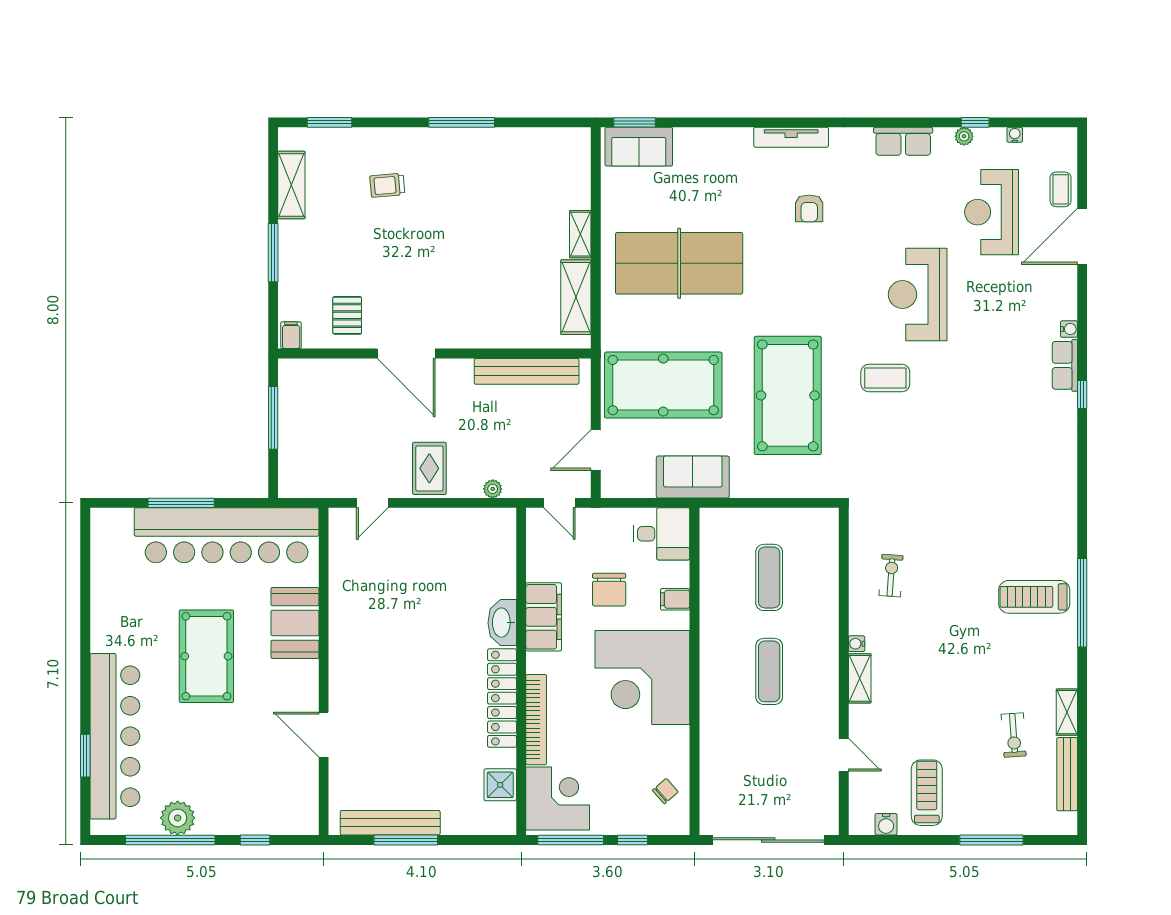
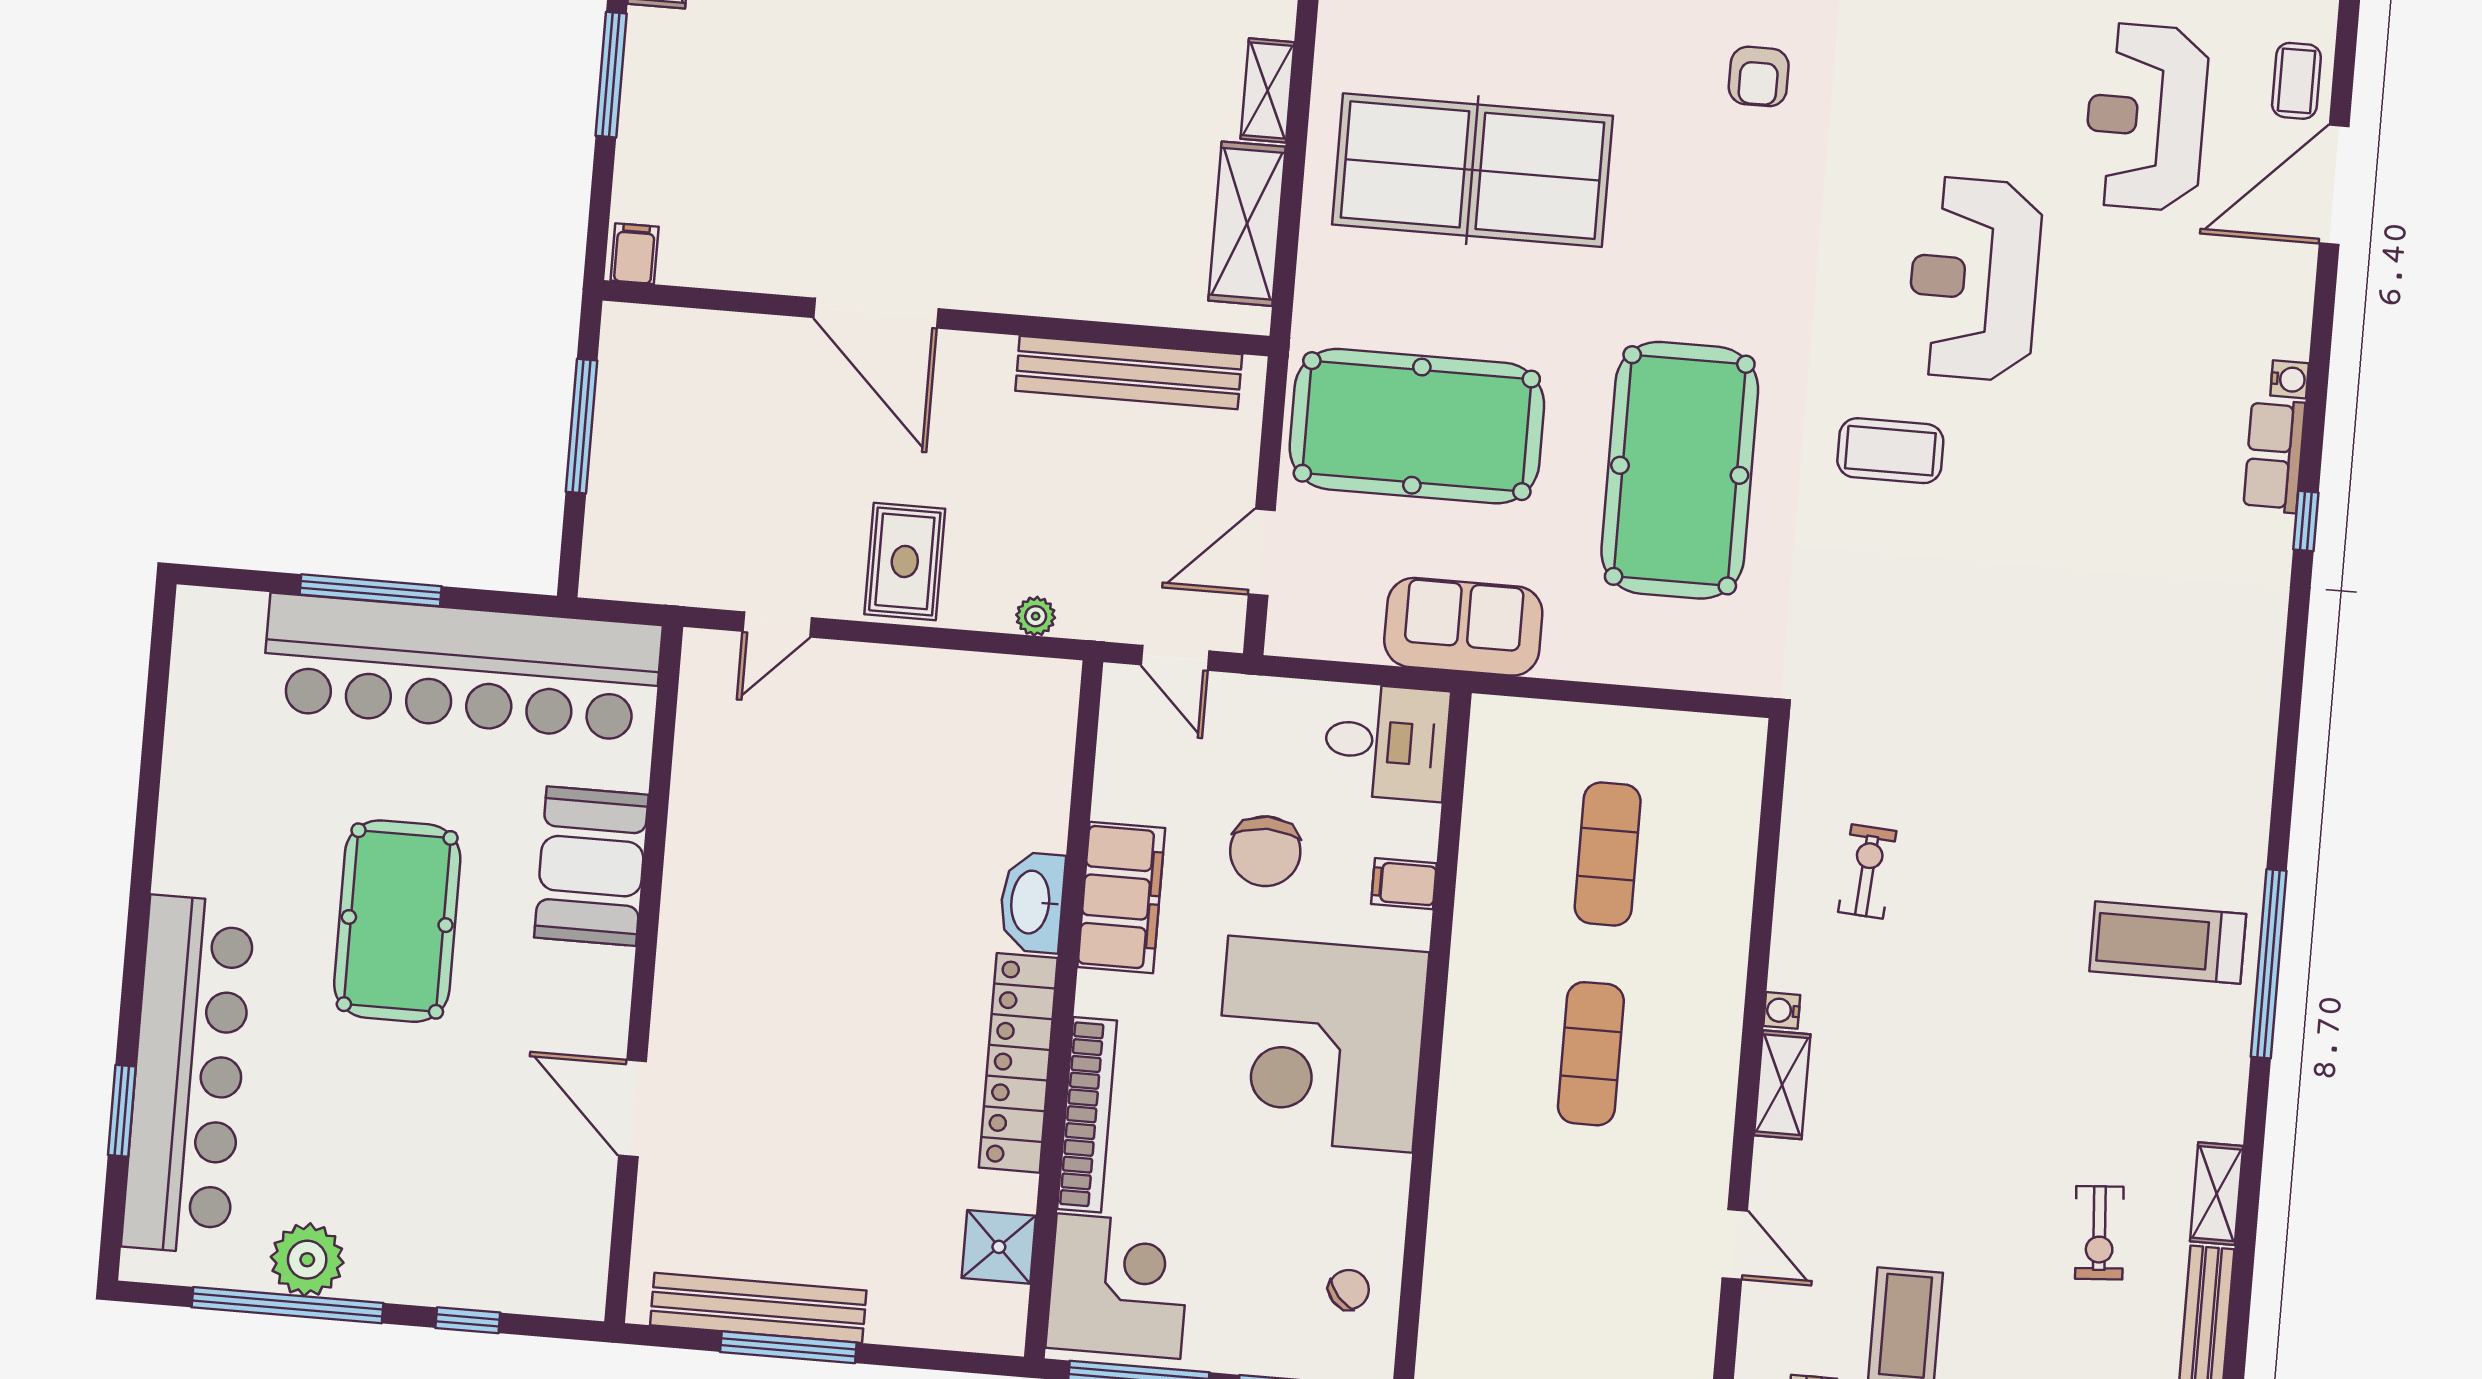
pallet: (347, 315) -> (757, 222), removed

